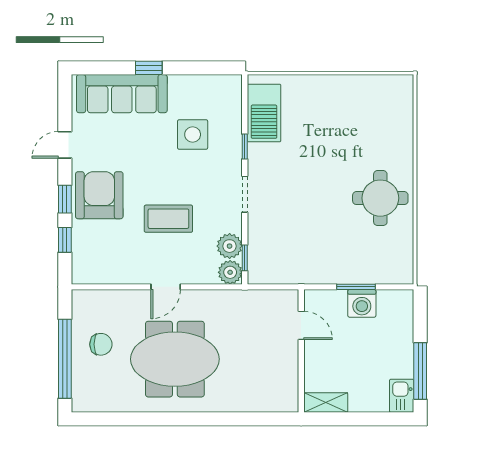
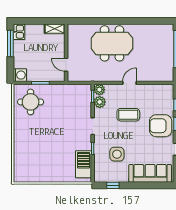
window: (149, 68) -> (113, 185), moved
armchair: (99, 195) -> (161, 126), turned 90
round table: (380, 198) -> (31, 102), moved
washing machine: (362, 303) -> (20, 75), moved, turned 90
chair: (101, 344) -> (160, 56), removed
meeting table: (175, 359) -> (112, 43), moved

